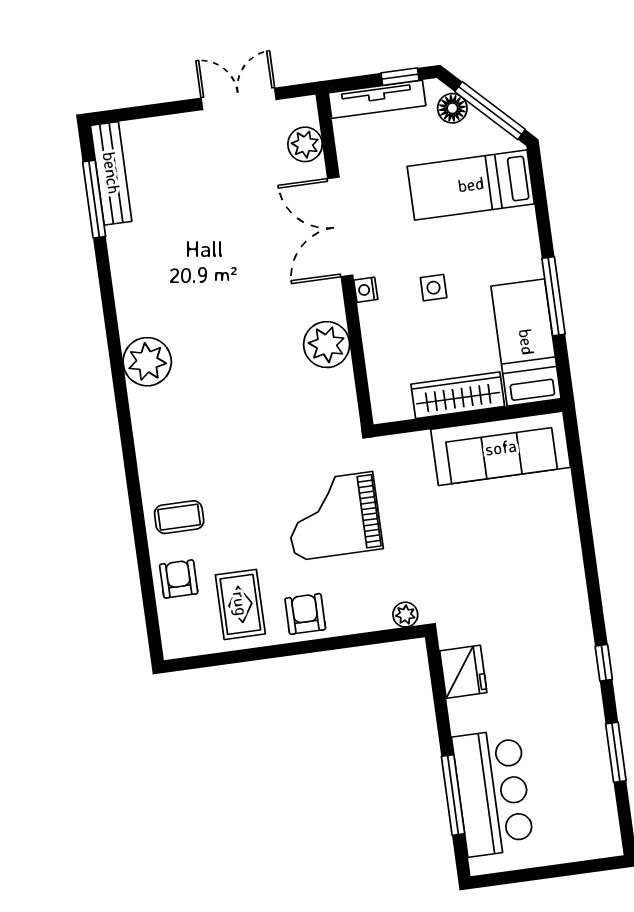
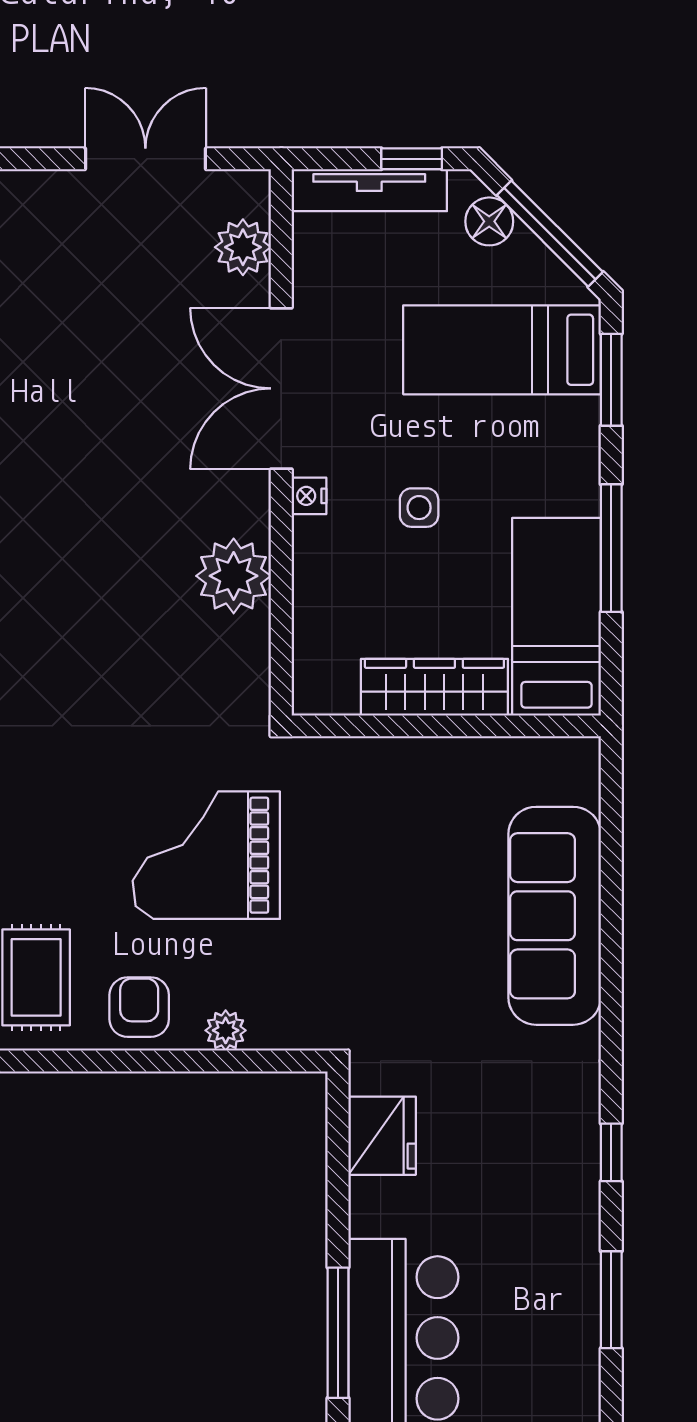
window: (539, 194) -> (611, 380), added
sofa: (501, 448) -> (555, 916), moved, turned 90
plant: (405, 615) -> (226, 1030), moved

